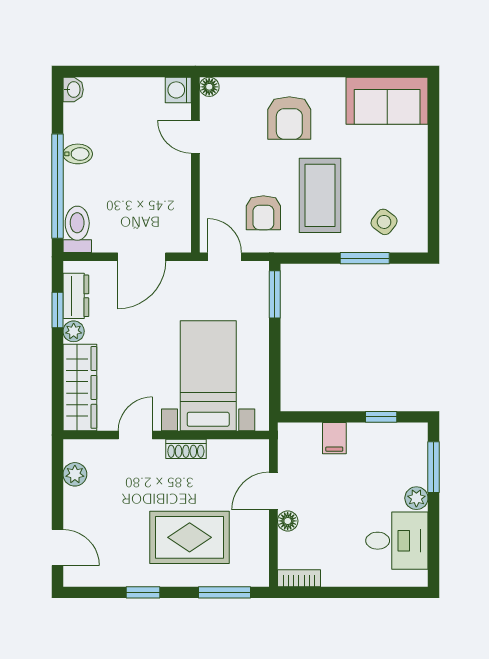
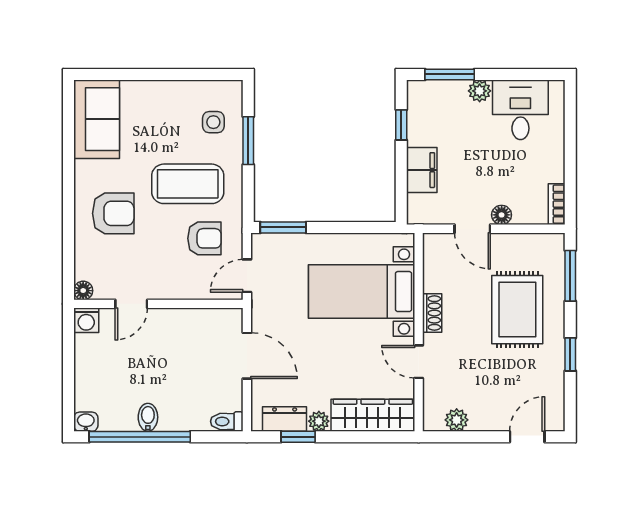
window: (57, 186) -> (140, 437), moved
side table: (384, 222) -> (213, 122), turned -37
toilet: (77, 229) -> (227, 421), width x0.73, depth x0.72
filing cabinet: (334, 438) -> (422, 170), width x2.00

